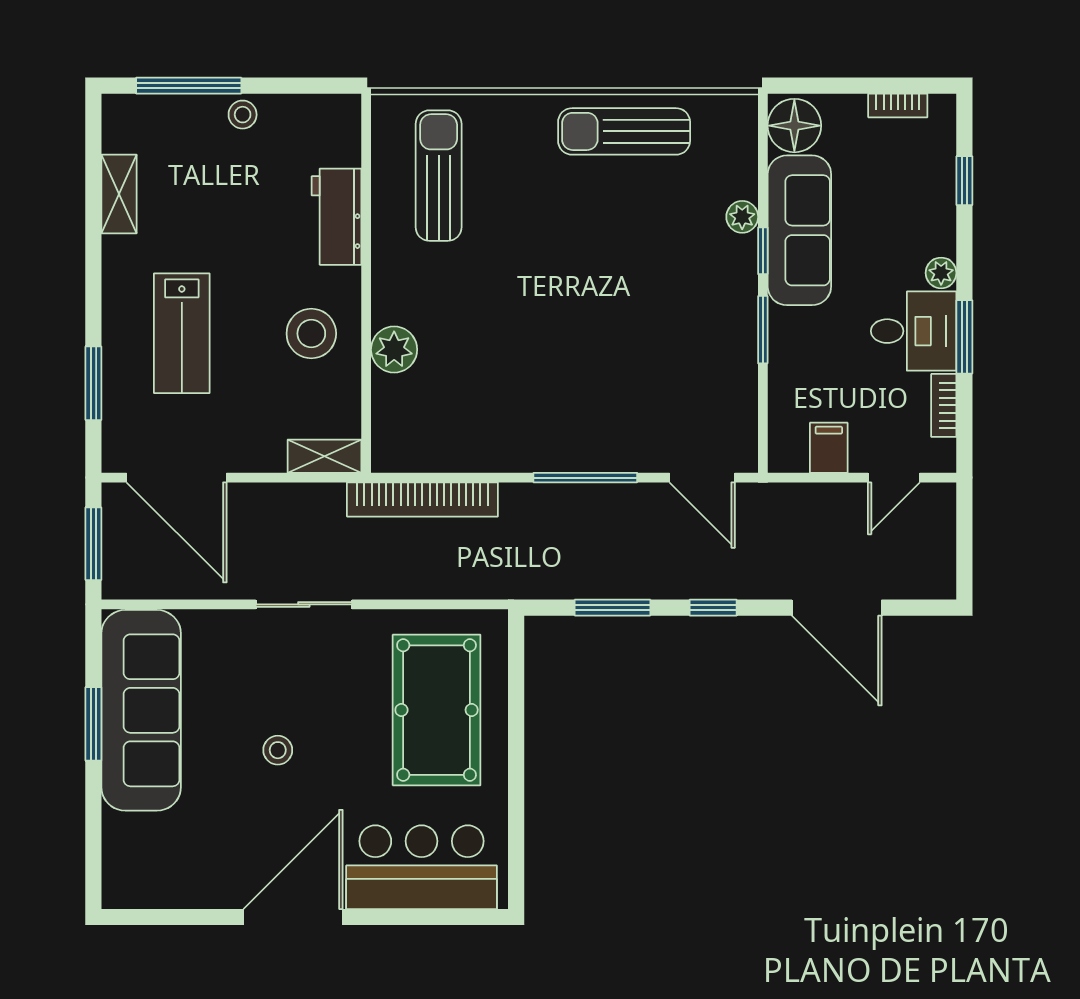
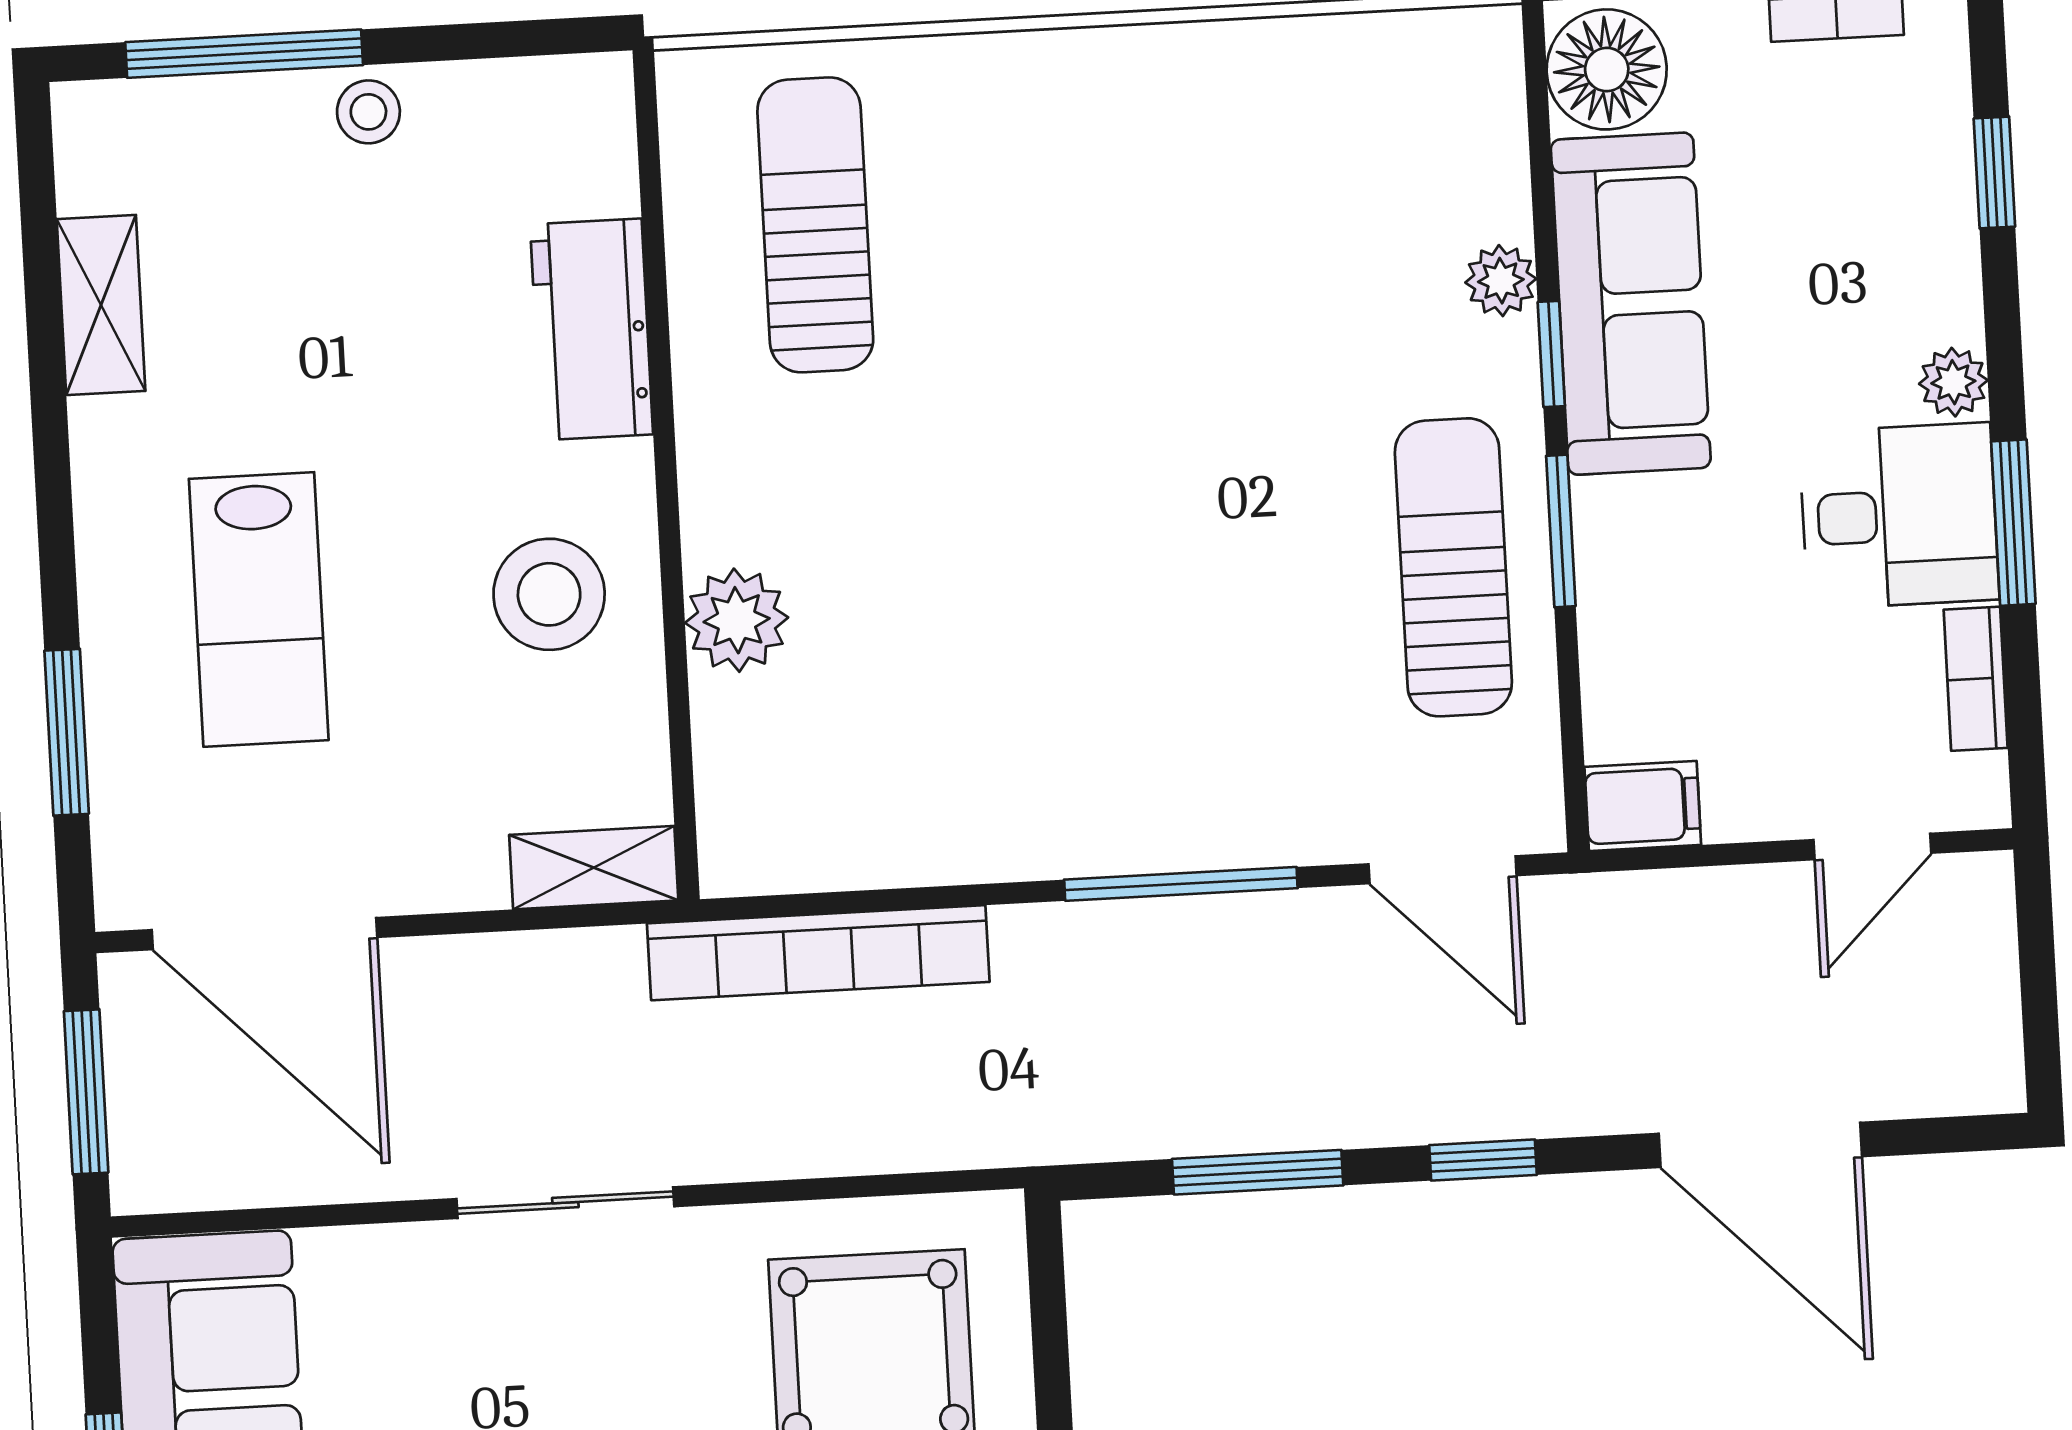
sun lounger: (624, 131) -> (1453, 567), moved, turned 90
filing cabinet: (829, 448) -> (1643, 806), moved, turned 90

